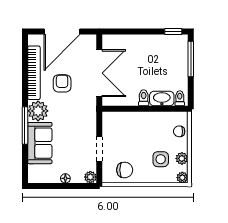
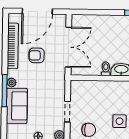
armchair: (62, 83) -> (37, 55), turned -90
plant: (38, 111) -> (12, 82), width x0.53, depth x0.53

